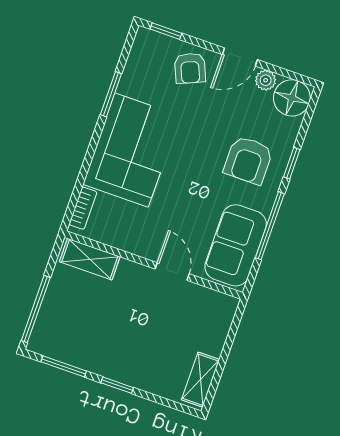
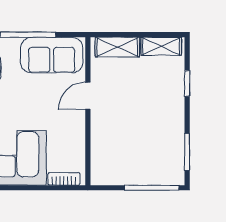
shelving: (90, 259) -> (117, 47), moved, turned 90
window: (117, 385) -> (187, 83), moved

